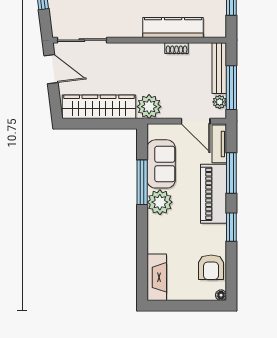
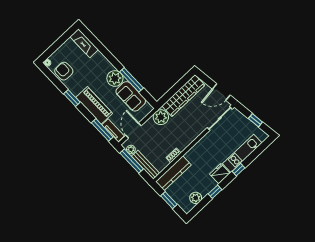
kitchen counter: (173, 28) -> (173, 173), moved
door: (196, 121) -> (134, 131), hinge flipped
window: (231, 173) -> (102, 130), moved

